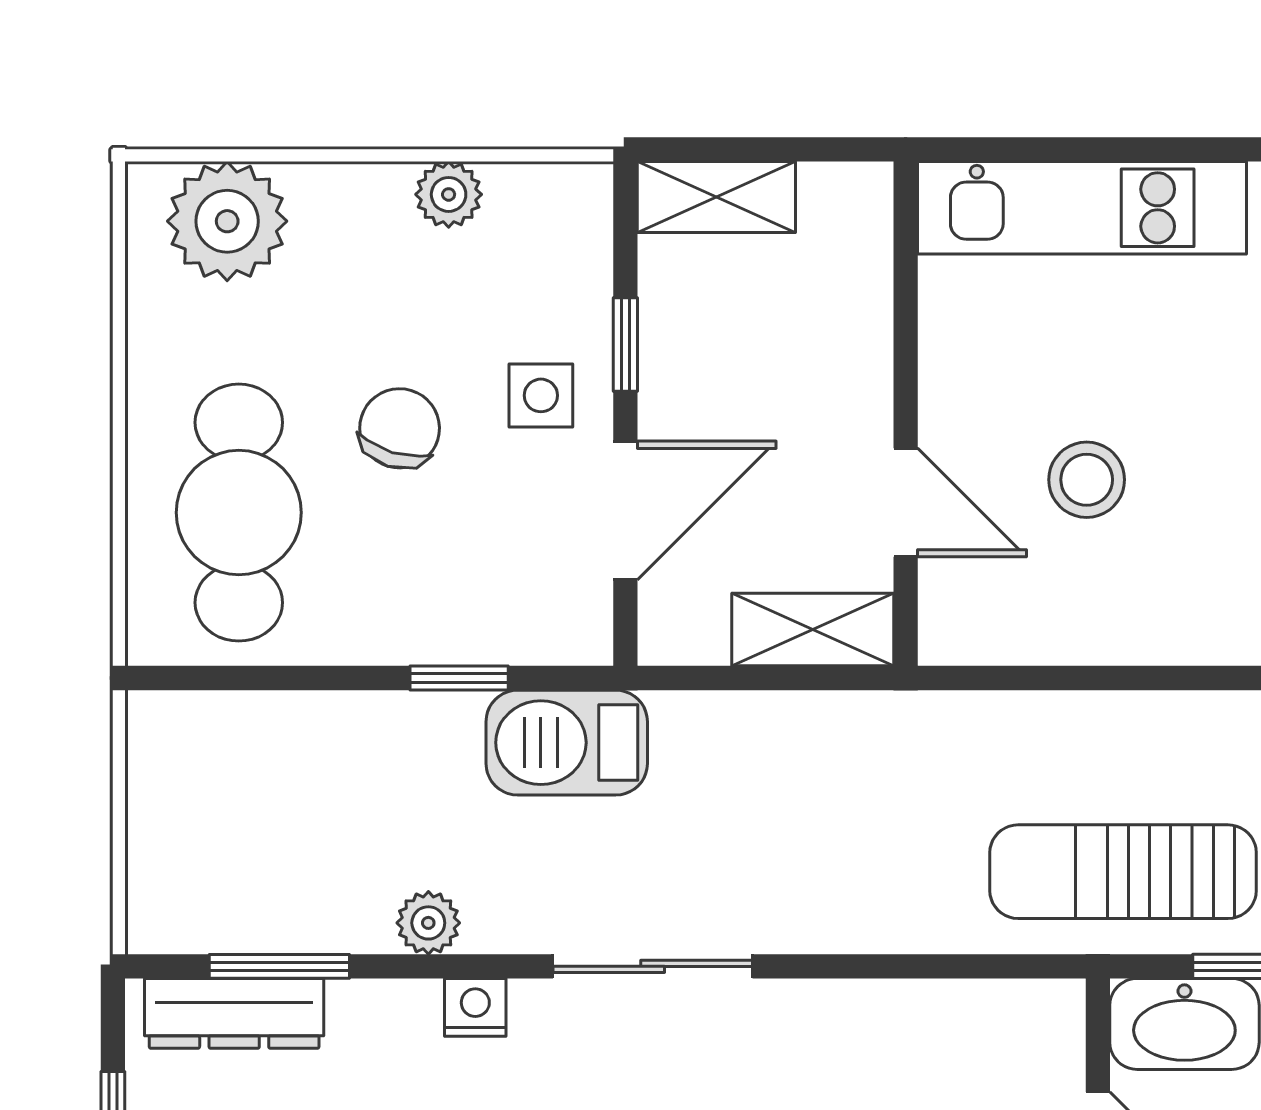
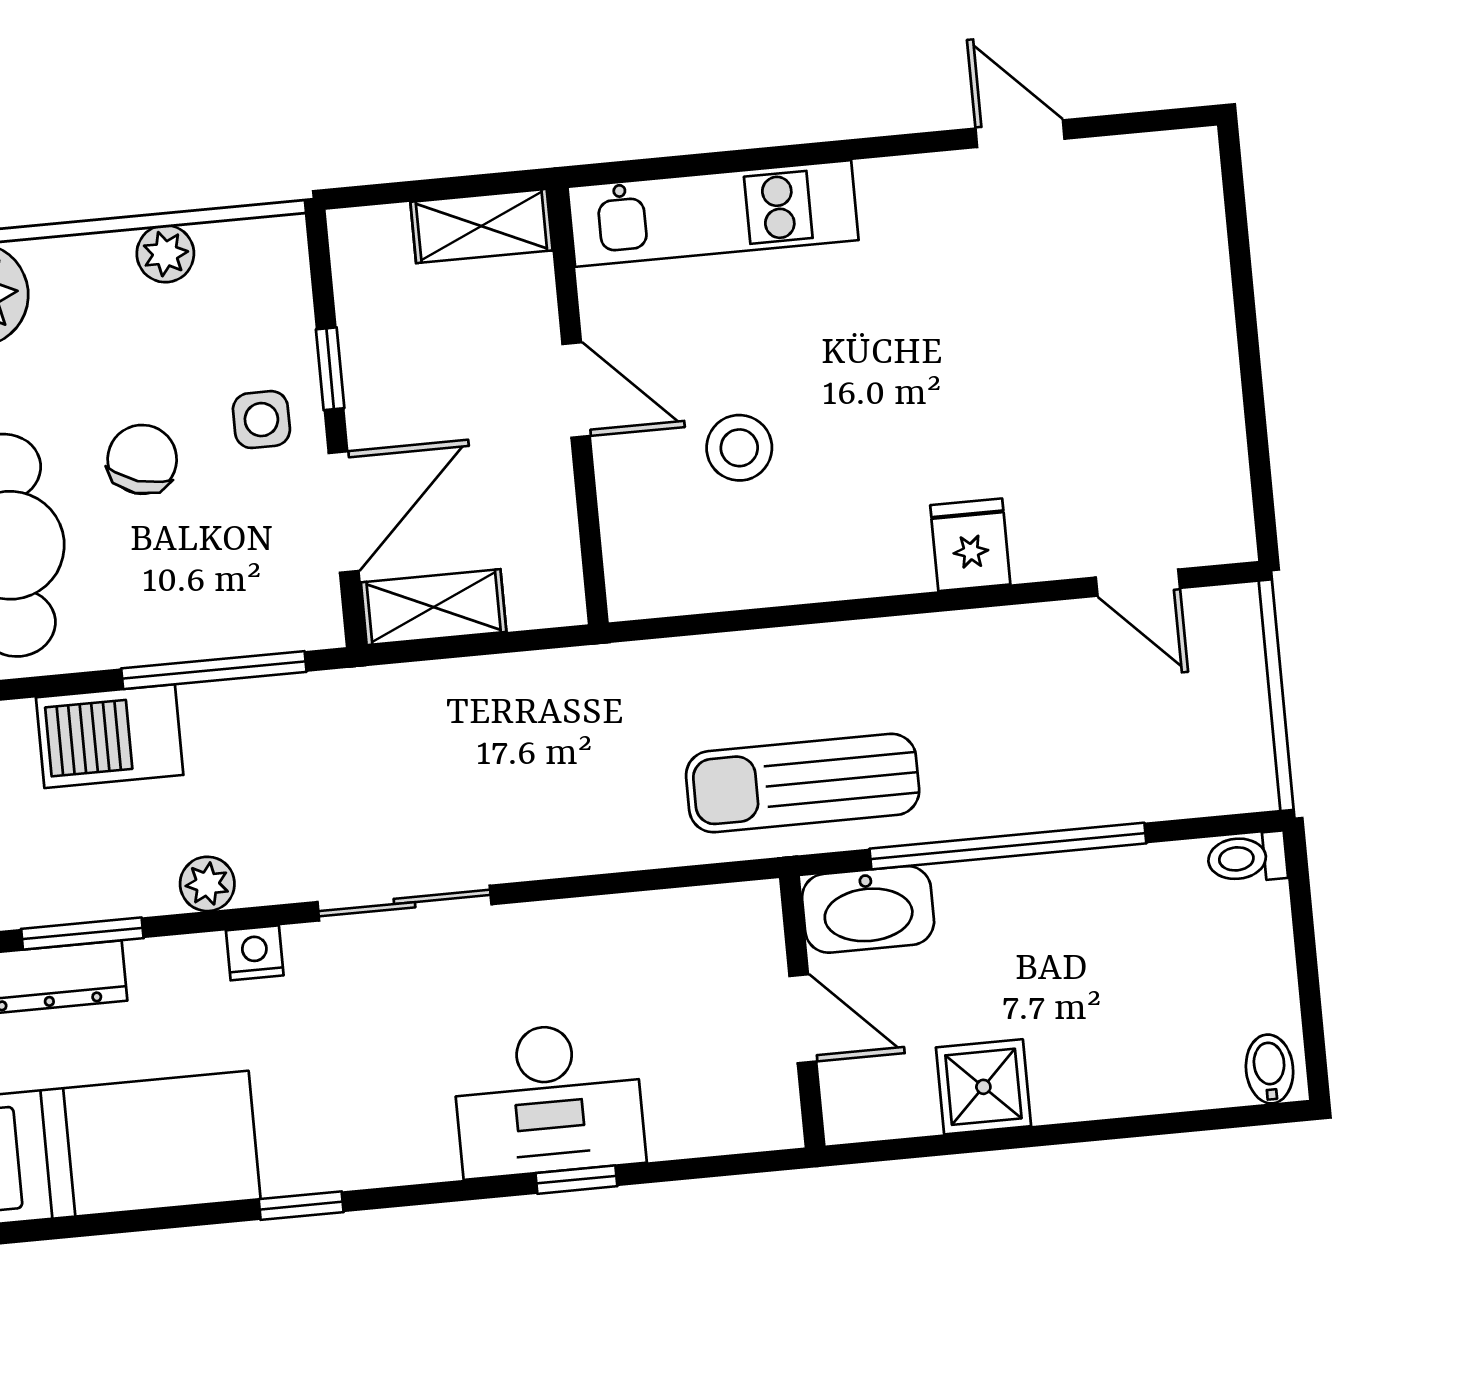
shelving: (716, 197) -> (481, 226), moved
door: (906, 503) -> (576, 390), moved
shelving: (813, 630) -> (434, 607), moved
window: (459, 678) -> (214, 670), width x2.17
barbecue: (567, 743) -> (110, 736), moved

